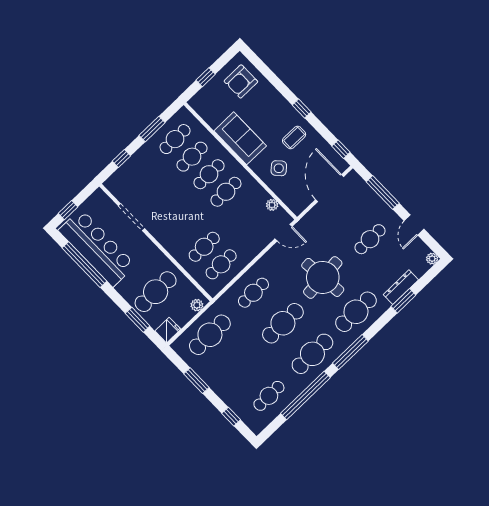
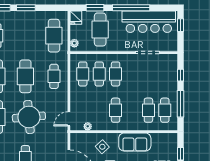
window: (152, 129) -> (180, 104), width x1.44
cafe table: (209, 174) -> (116, 74), moved
window: (84, 265) -> (131, 8), moved
window: (196, 381) -> (26, 8), moved

